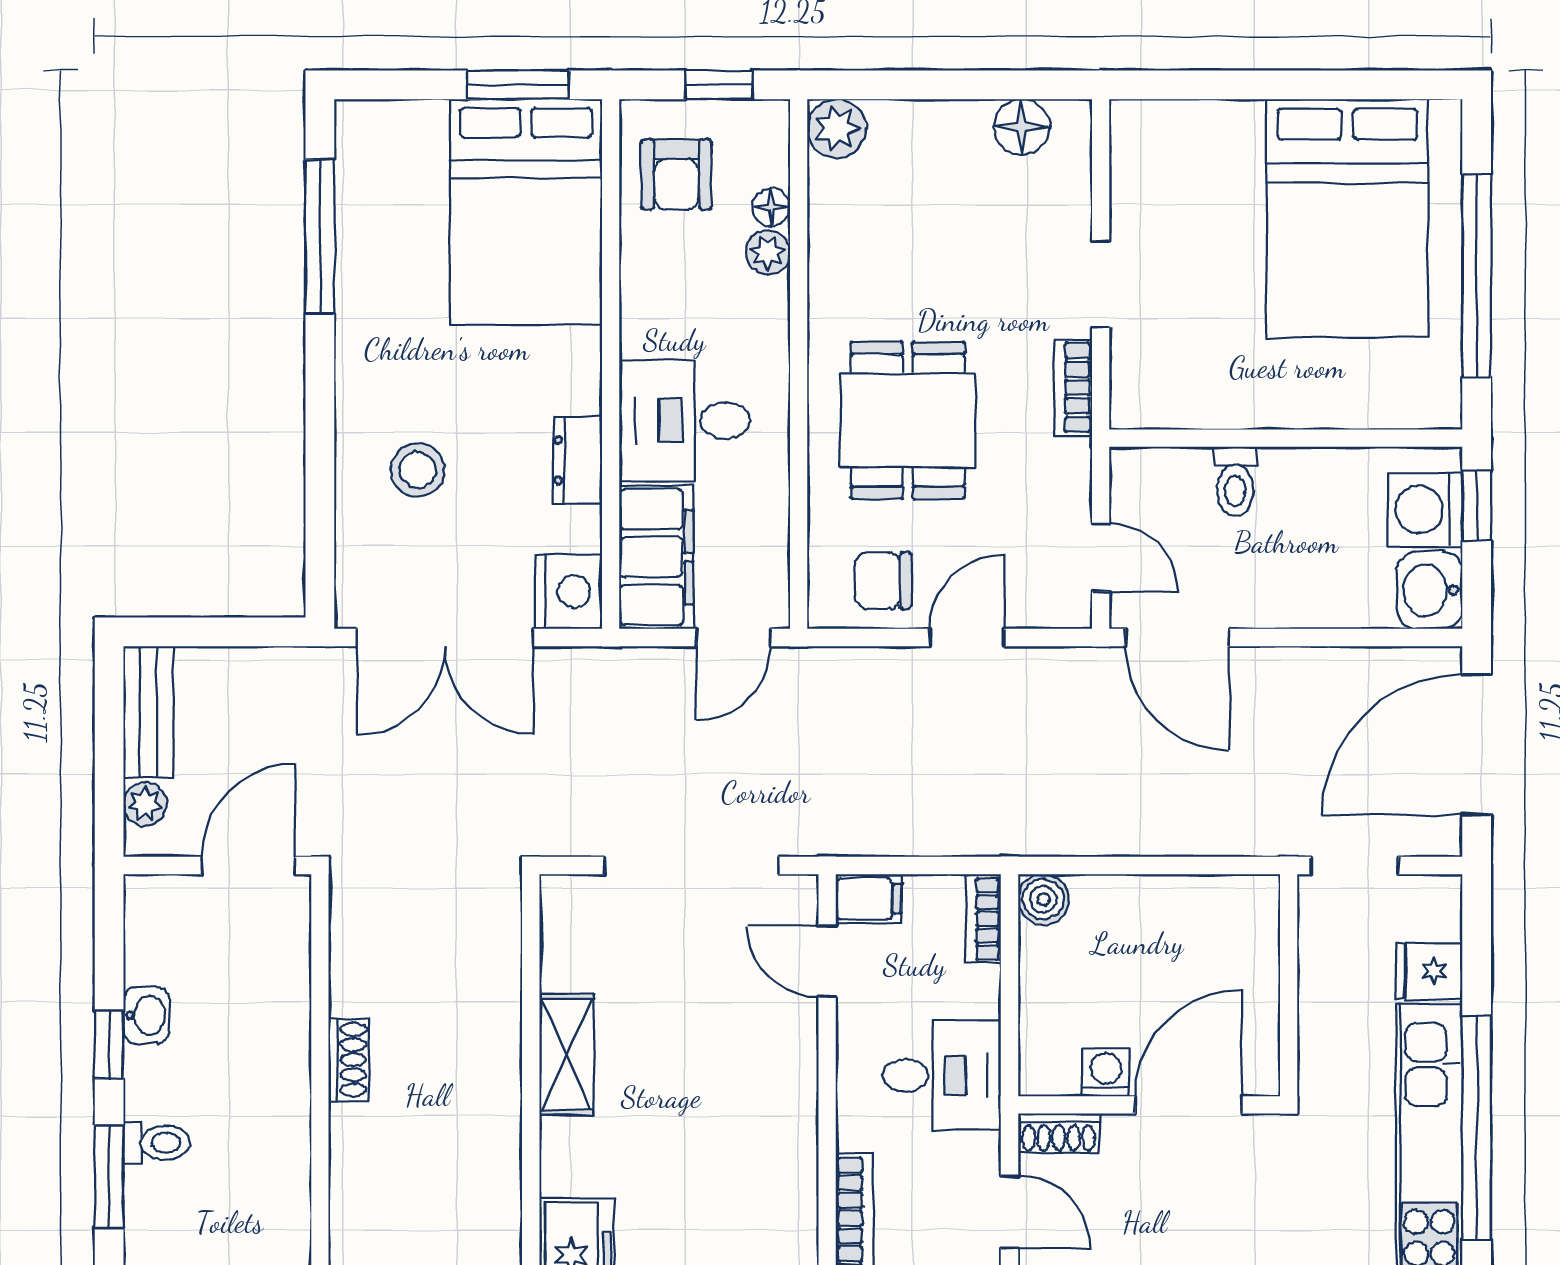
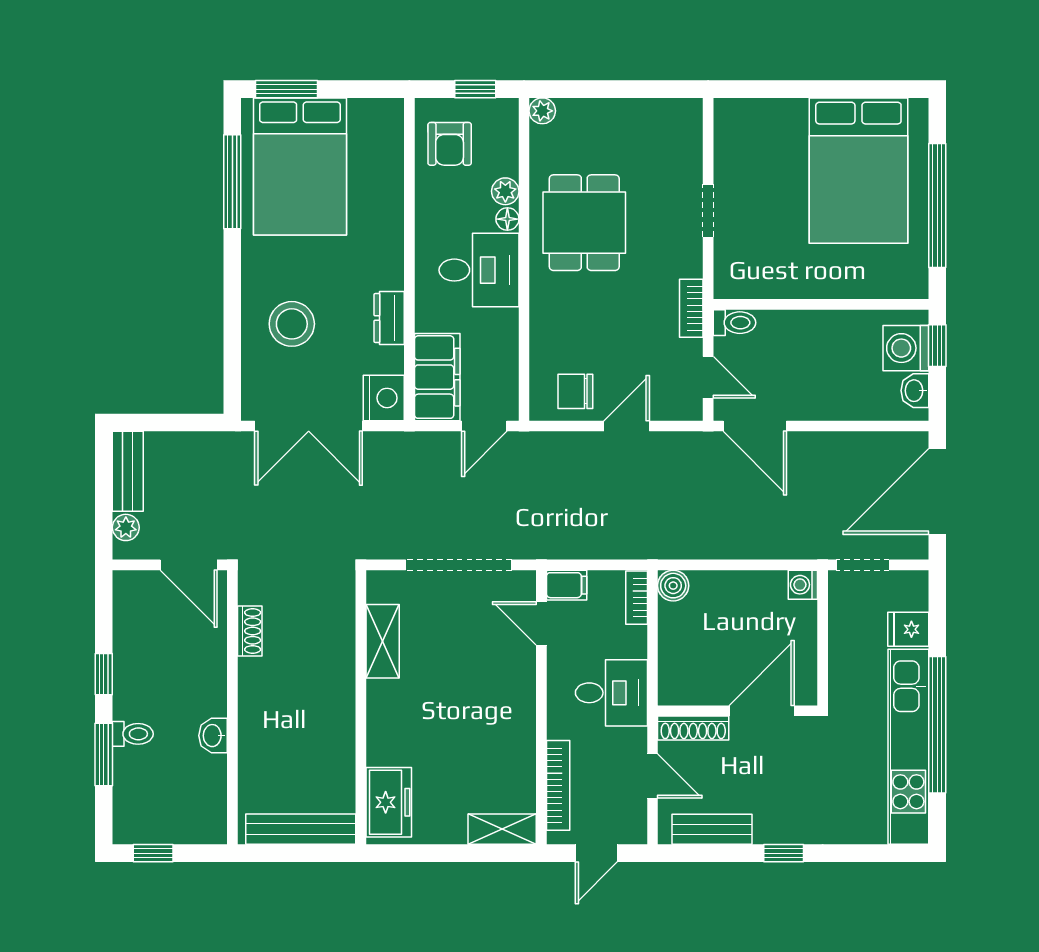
window: (518, 85) -> (286, 89), moved
floor lamp: (1022, 127) -> (660, 115), removed
plant: (837, 128) -> (542, 111), width x0.73, depth x0.73
floor lamp: (771, 207) -> (507, 219), moved
bed: (526, 212) -> (300, 167), moved
bookcase: (1073, 388) -> (691, 308), moved
desk: (684, 420) -> (479, 270), moved, turned 180
dining table: (908, 420) -> (584, 223), moved
stool: (418, 470) -> (292, 324), width x1.38, depth x1.38
toilet: (1235, 481) -> (734, 323), moved, turned -90
washbasin: (1430, 590) -> (915, 391), width x0.72, depth x0.69
door: (248, 865) -> (189, 565), swing flipped
washbasin: (146, 1015) -> (213, 736), moved, turned 180
shelving: (567, 1054) -> (383, 641), moved
shoe rack: (348, 1060) -> (250, 631), moved
washing machine: (1106, 1072) -> (803, 585), moved, turned -90
shoe rack: (1059, 1133) -> (693, 728), width x1.43

